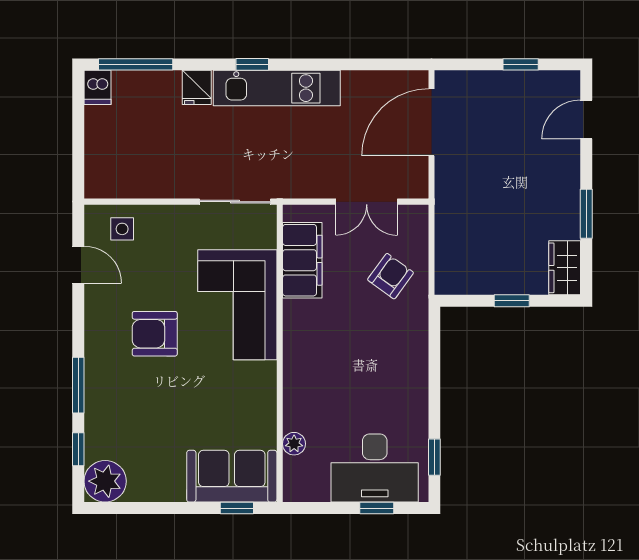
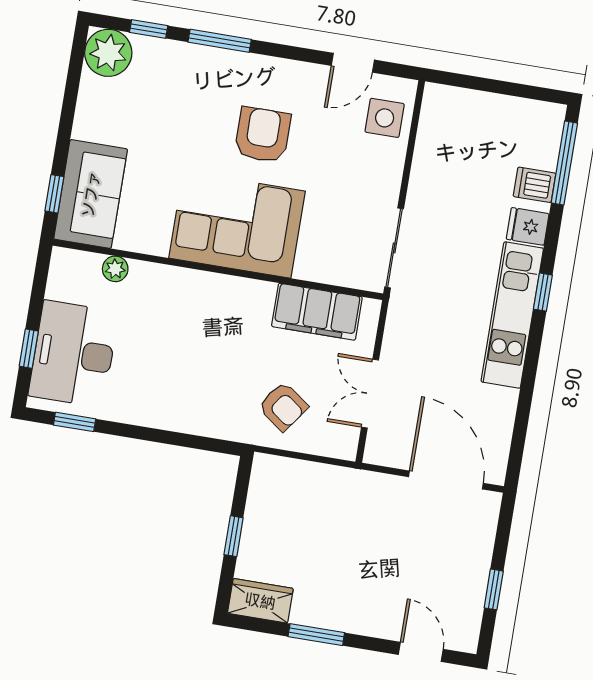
dishwasher: (97, 87) -> (534, 185), moved
side table: (122, 229) -> (385, 118), width x1.37, depth x1.37
corner sofa: (237, 305) -> (237, 225), moved

